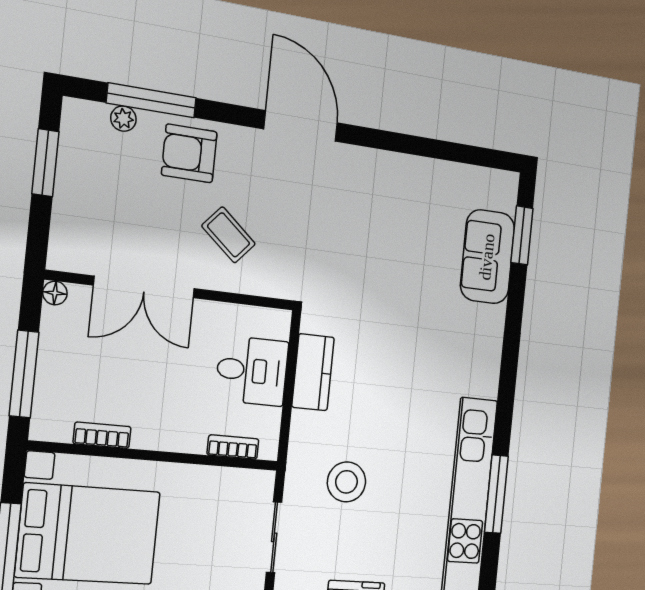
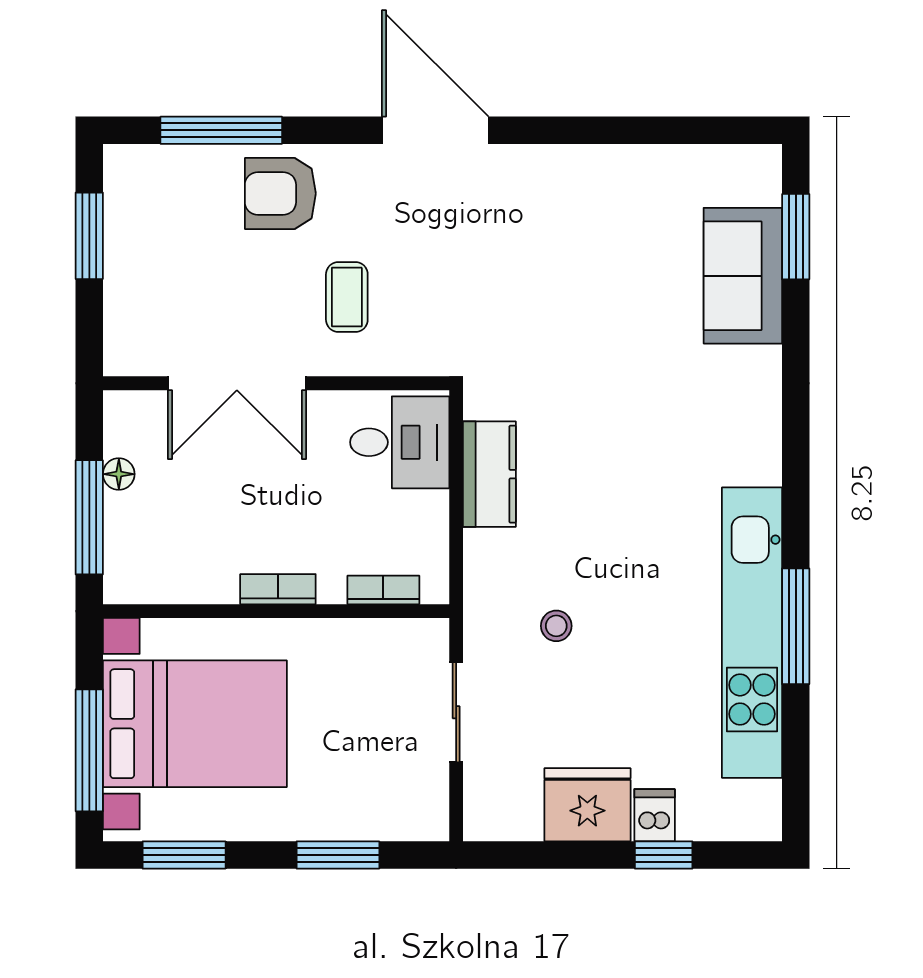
plant: (123, 119) -> (186, 161), removed
coffee table: (229, 235) -> (347, 297), turned 49
floor lamp: (55, 293) -> (119, 474), moved
desk: (252, 371) -> (400, 442), moved
bookcase: (102, 435) -> (278, 589), moved
stool: (347, 482) -> (556, 626), width x0.53, depth x0.53

